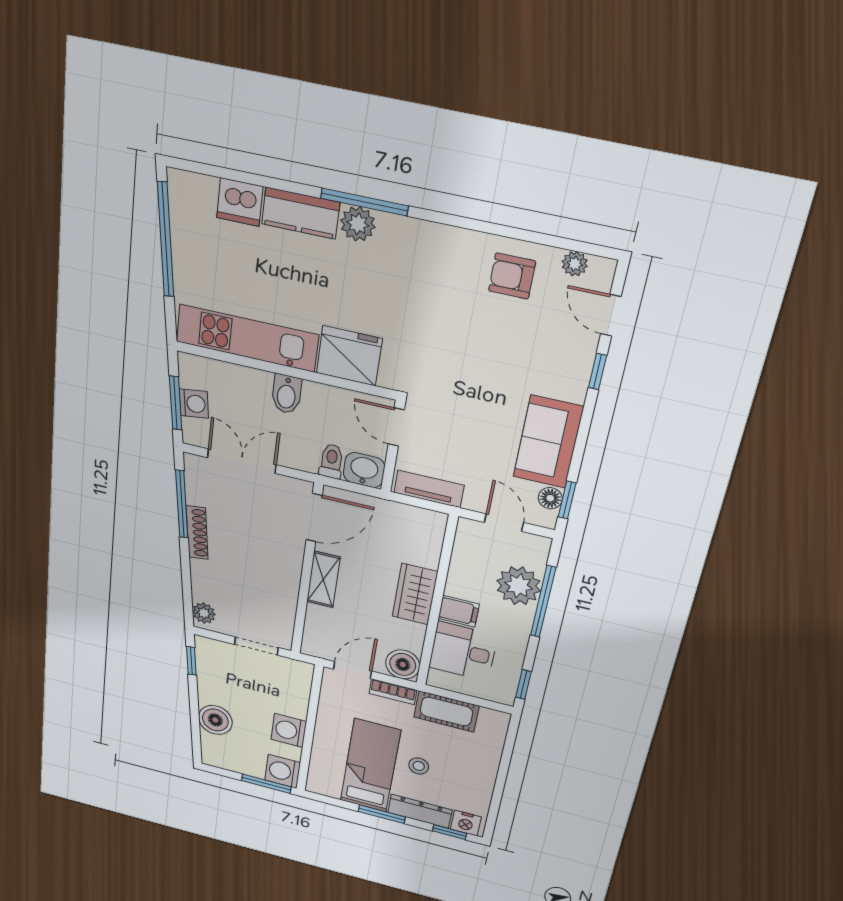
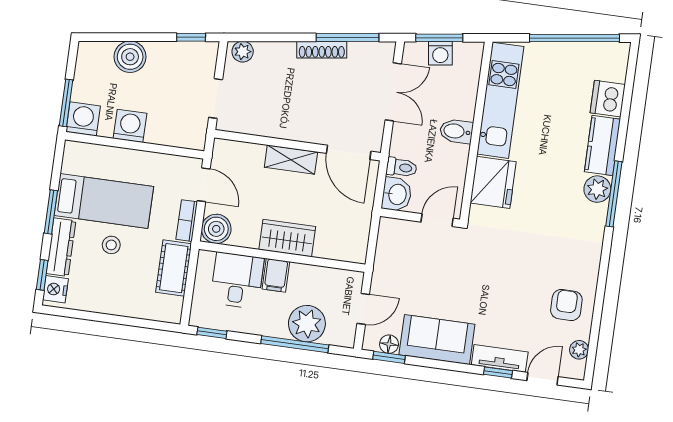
tv unit: (429, 489) -> (500, 358), moved, turned -90

